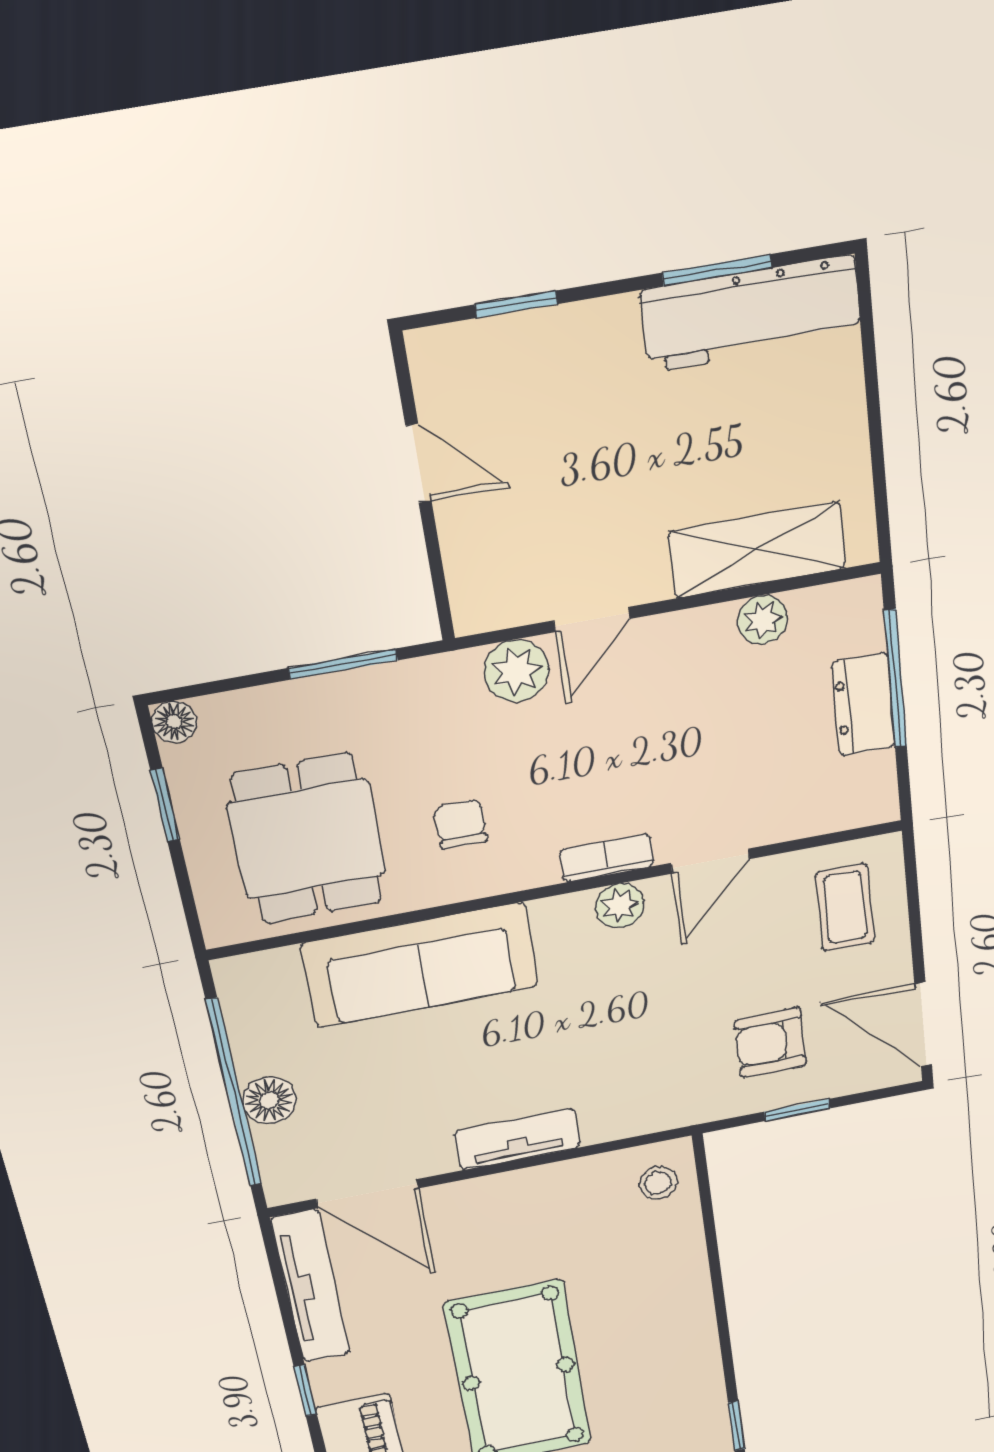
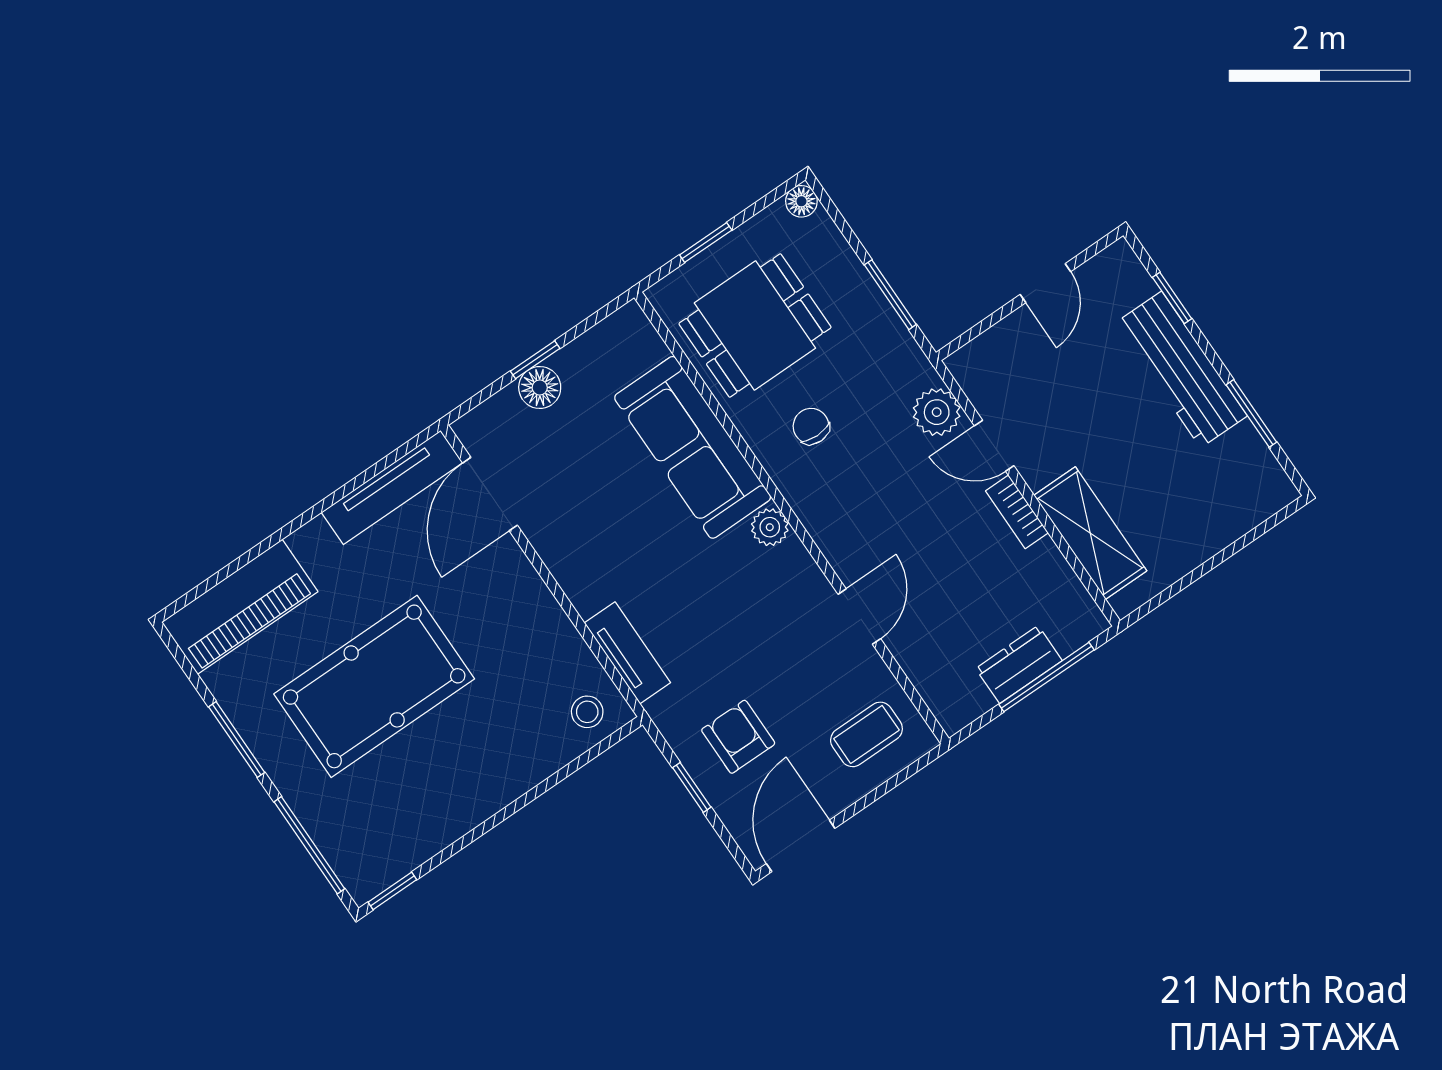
workbench: (752, 314) -> (1181, 369), moved
plant: (763, 620) -> (1046, 562), removed
window: (165, 805) -> (706, 243), moved
chair: (461, 824) -> (811, 426), turned -90
bookcase: (607, 858) -> (1017, 512), moved, turned 180
door: (710, 861) -> (859, 617), swing flipped
plant: (620, 906) -> (770, 527), moved
window: (234, 1093) -> (535, 360), width x0.32
tv unit: (517, 1139) -> (627, 653), moved
window: (305, 1391) -> (295, 525), removed

